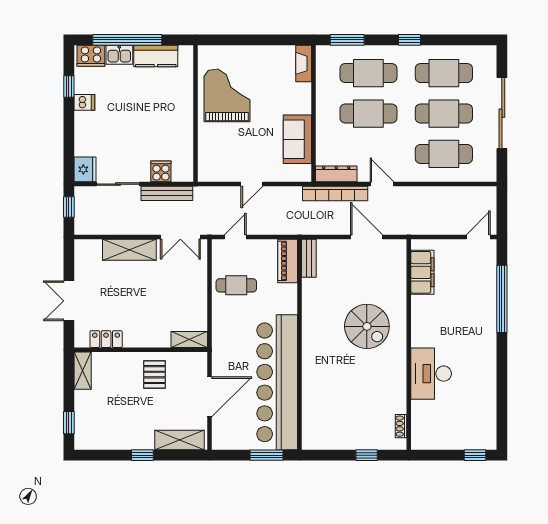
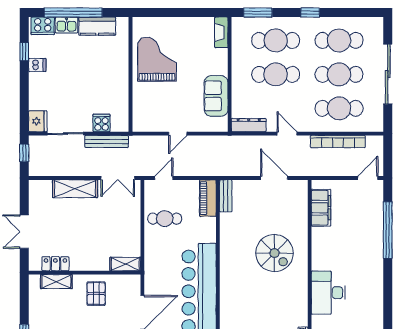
bookcase: (335, 194) -> (338, 142), moved
shelving: (83, 371) -> (56, 282), moved, turned 90

